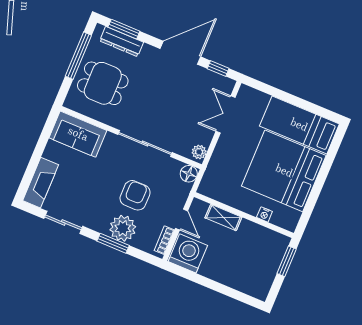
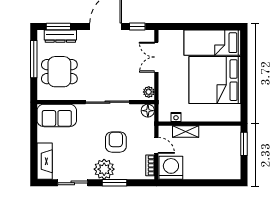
nightstand: (264, 214) -> (176, 117), moved
plant: (123, 228) -> (104, 169), moved

